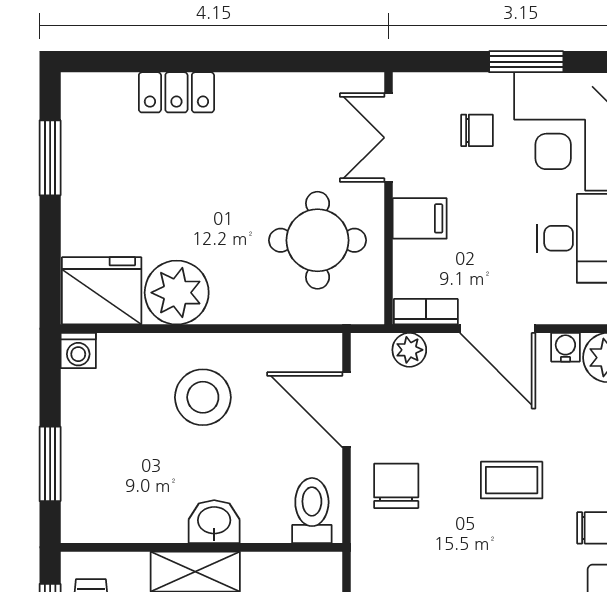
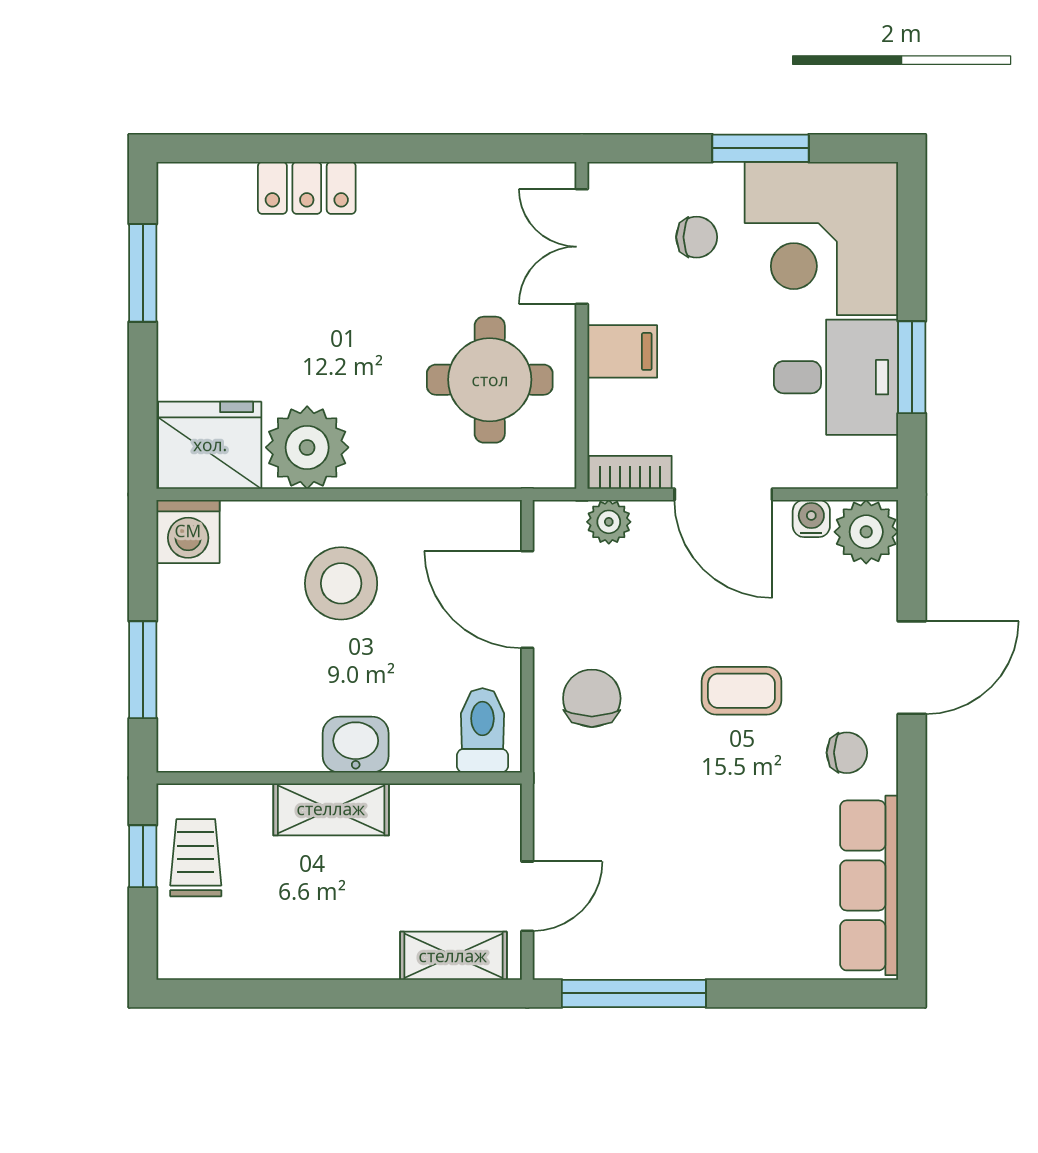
washing machine: (78, 351) -> (188, 531), width x1.38, depth x1.38

